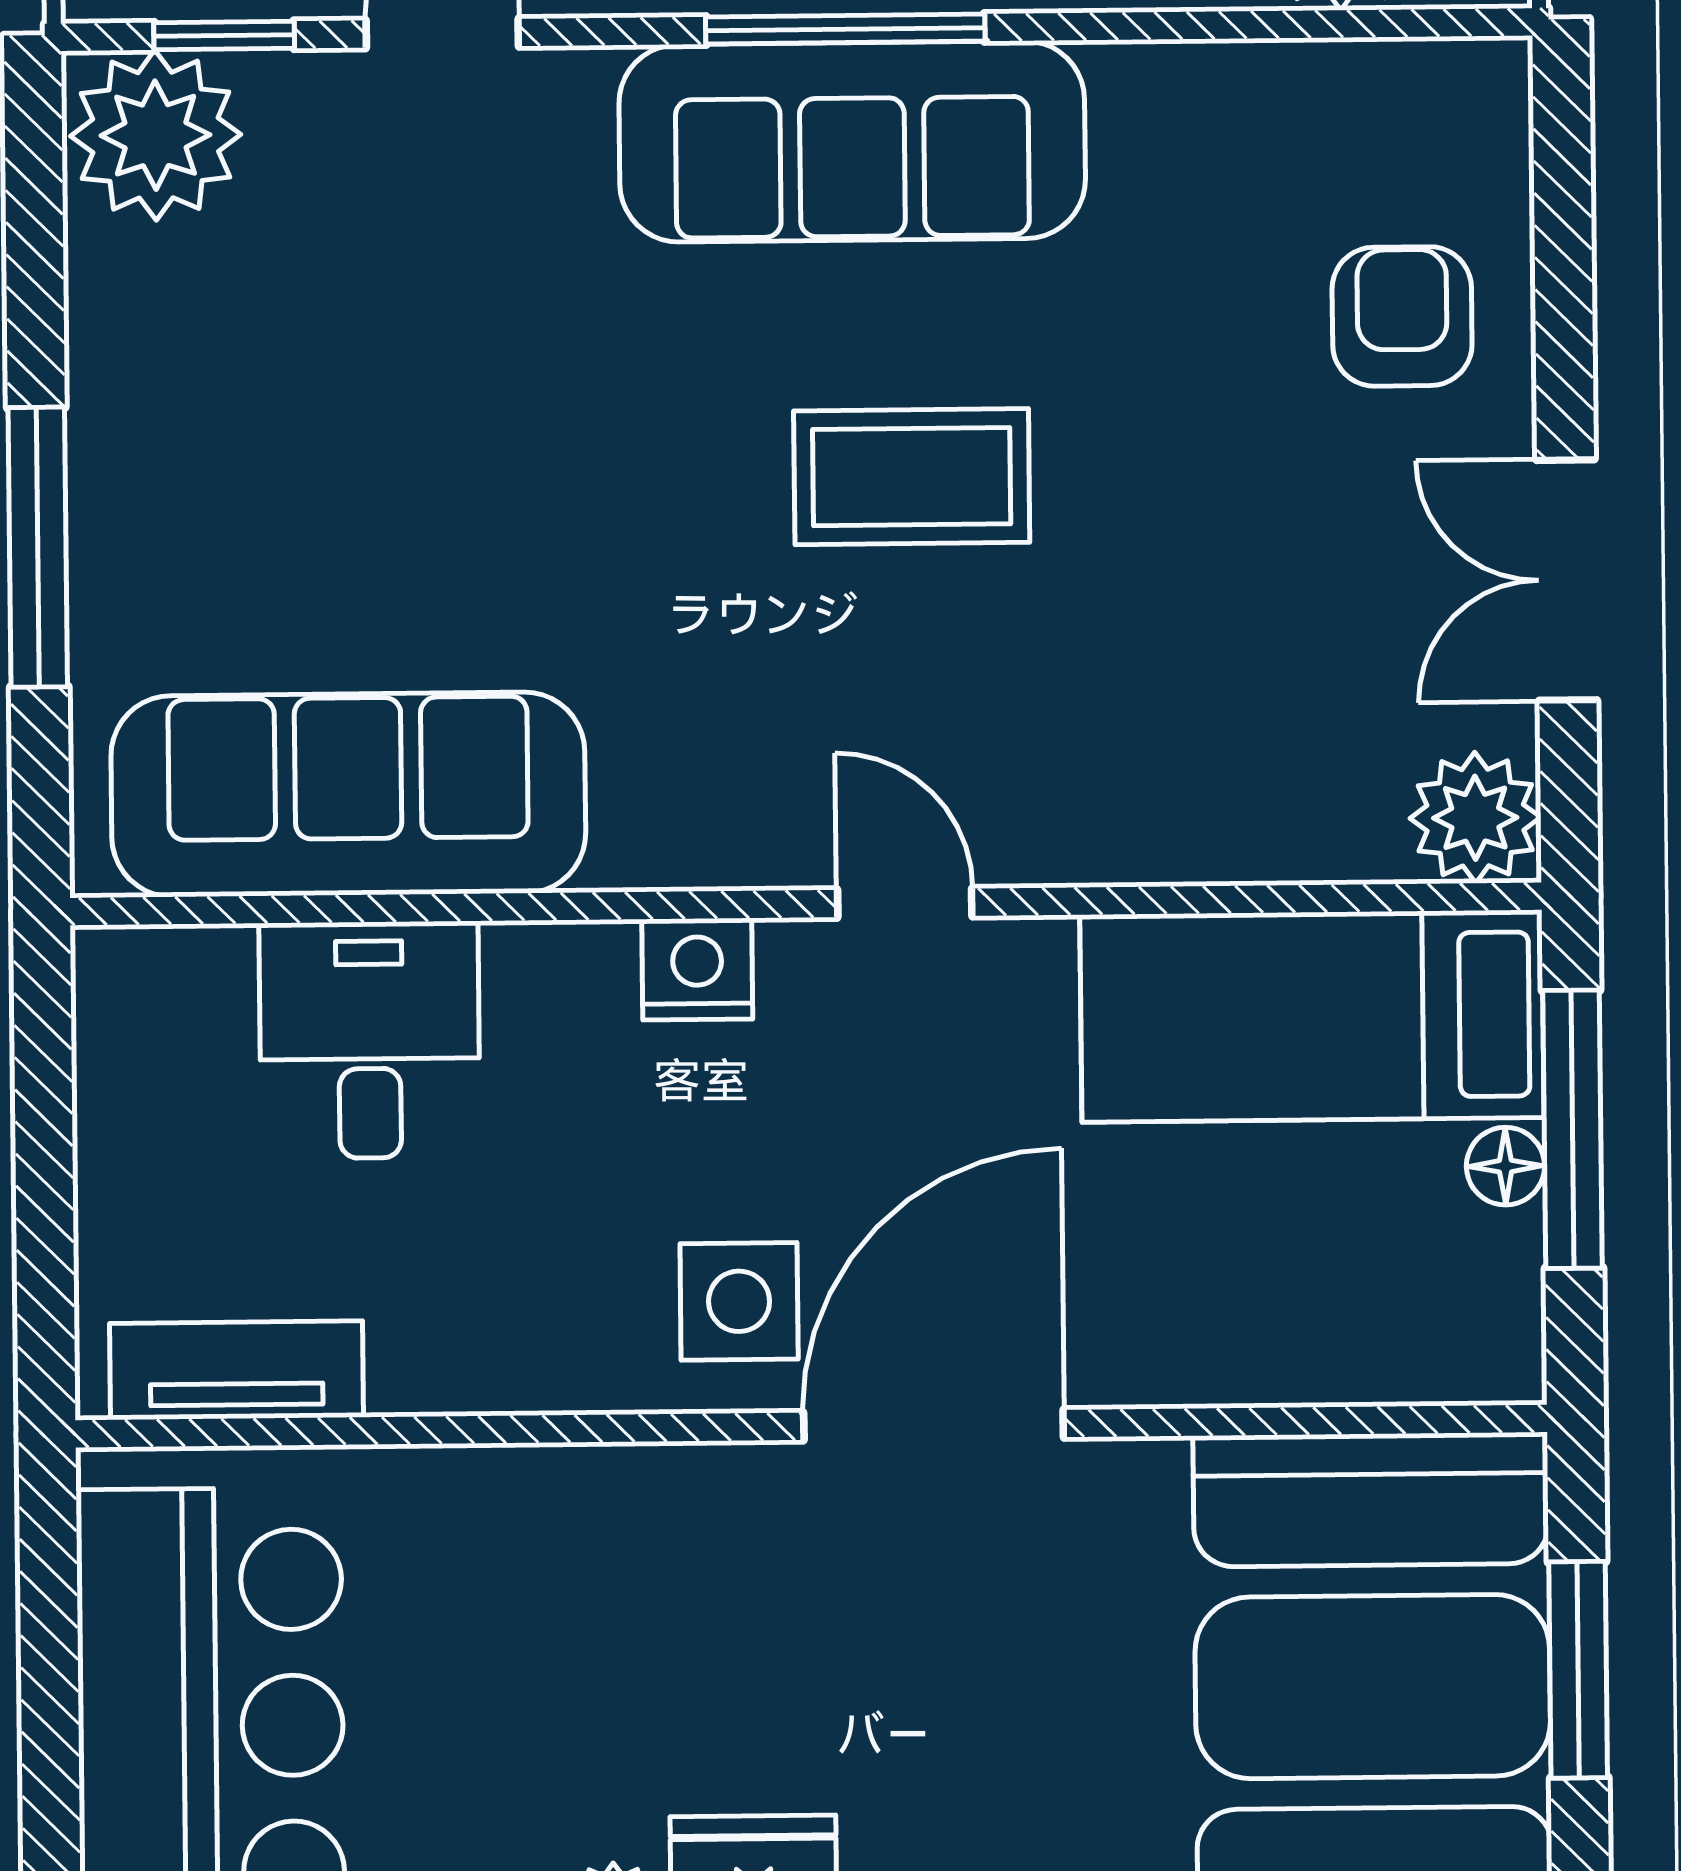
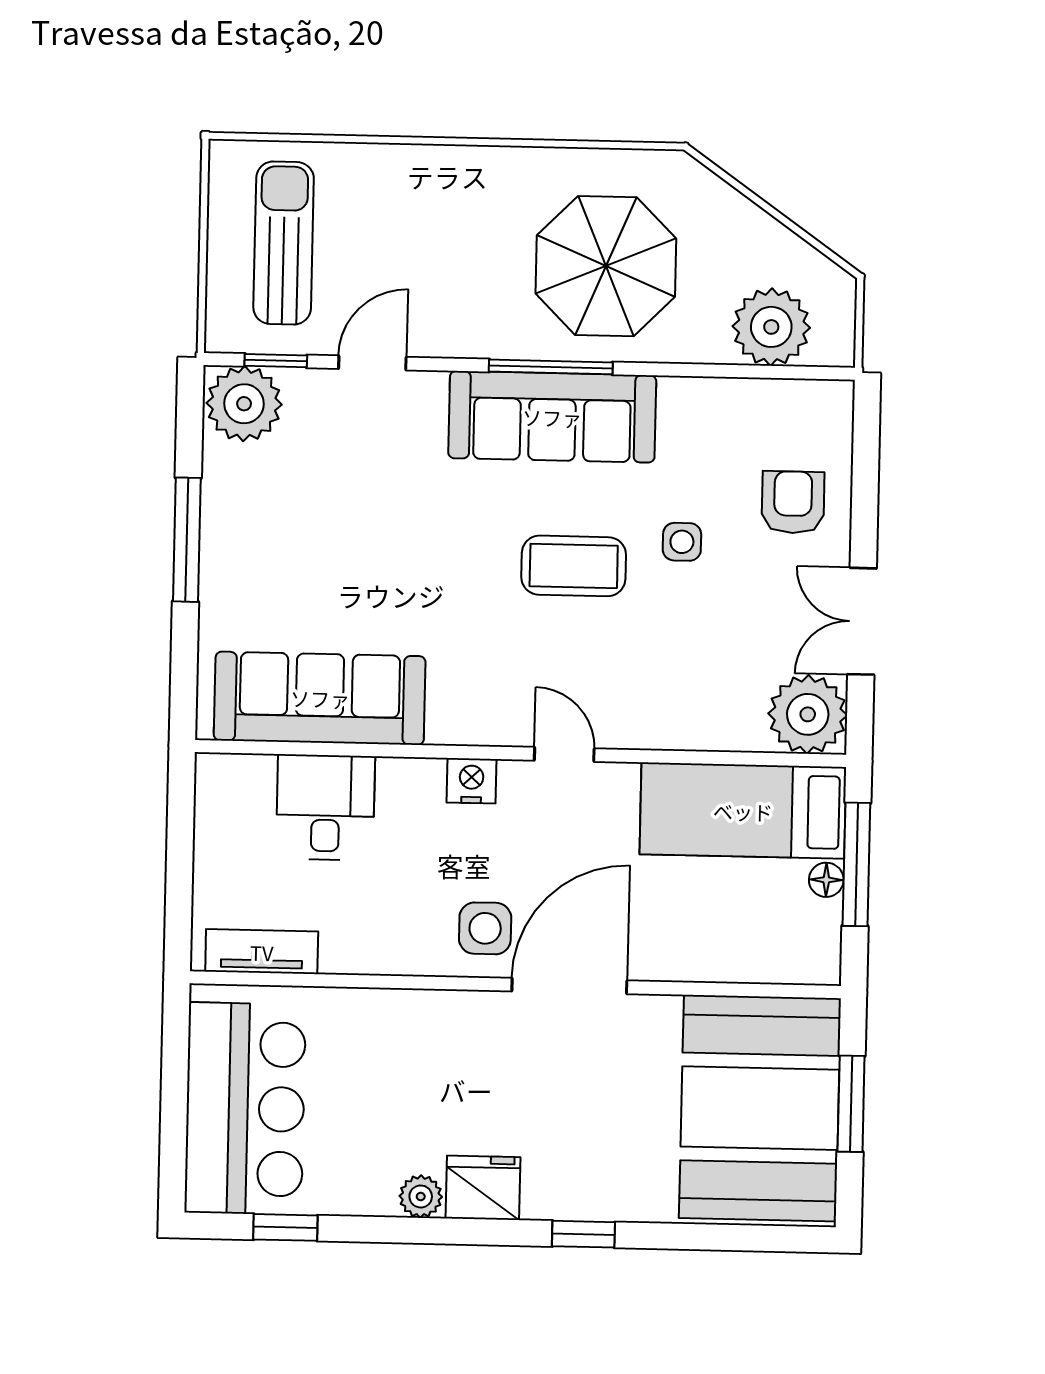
side table: (1154, 414) -> (682, 542), added
window: (38, 547) -> (187, 540), moved
plant: (1475, 818) -> (808, 714), width x1.36, depth x1.36

